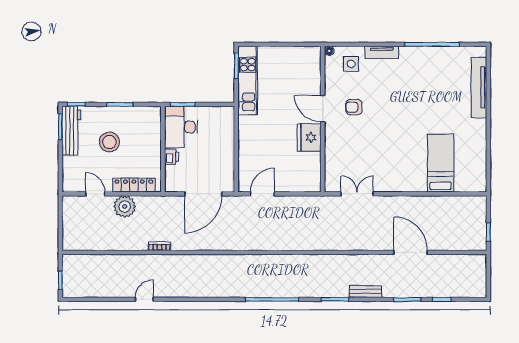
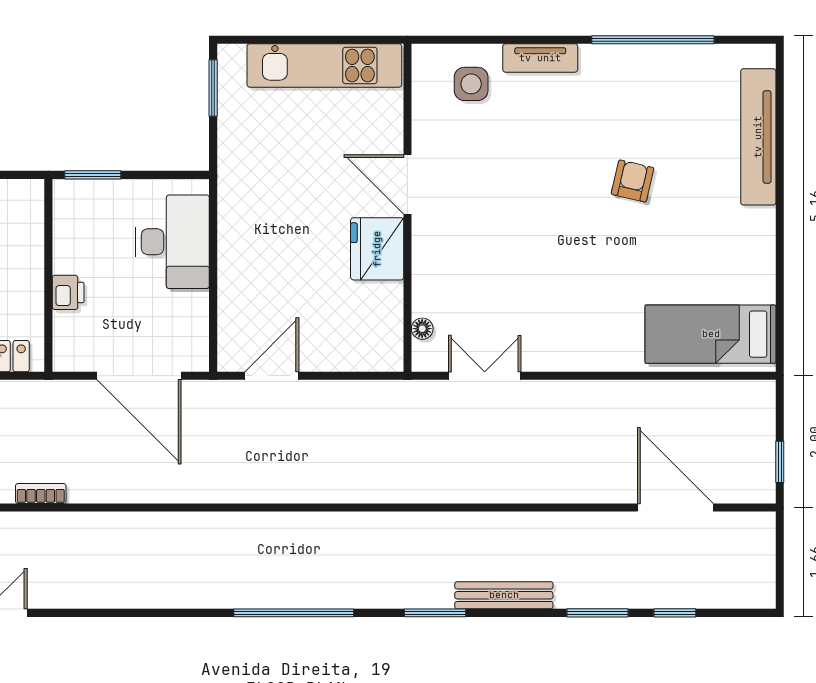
floor lamp: (329, 51) -> (422, 329), moved
kitchen unit: (248, 80) -> (324, 65), moved, turned 90
armchair: (354, 107) -> (633, 181), moved, turned 103
desk: (181, 127) -> (172, 242), moved, turned 180
bed: (441, 163) -> (711, 334), moved, turned -90
door: (203, 194) -> (139, 376), hinge flipped
door: (411, 252) -> (675, 508), moved
bench: (366, 291) -> (504, 595), width x1.36

